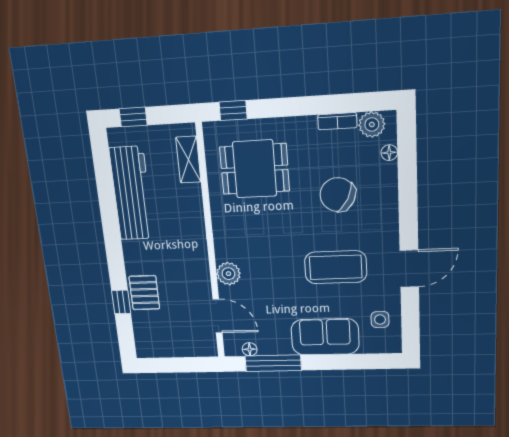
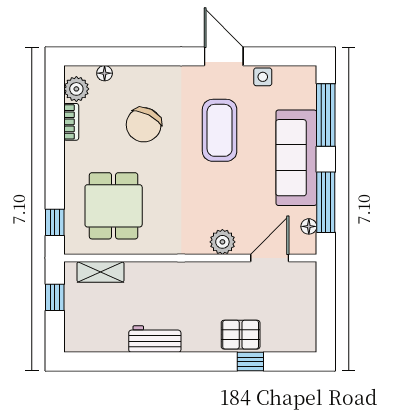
window: (133, 117) -> (55, 297), moved
workbench: (132, 194) -> (155, 339), width x0.53, depth x0.76
side table: (380, 320) -> (263, 77), moved
sofa: (325, 337) -> (296, 158), width x1.36
window: (355, 362) -> (326, 115), added

